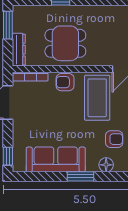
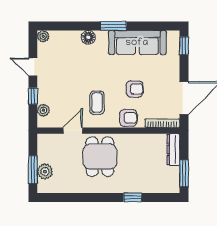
dining table: (65, 43) -> (100, 157), moved, turned 90
coffee table: (97, 98) -> (97, 103), width x0.54, depth x0.58
armchair: (114, 139) -> (135, 89), moved, turned 180

